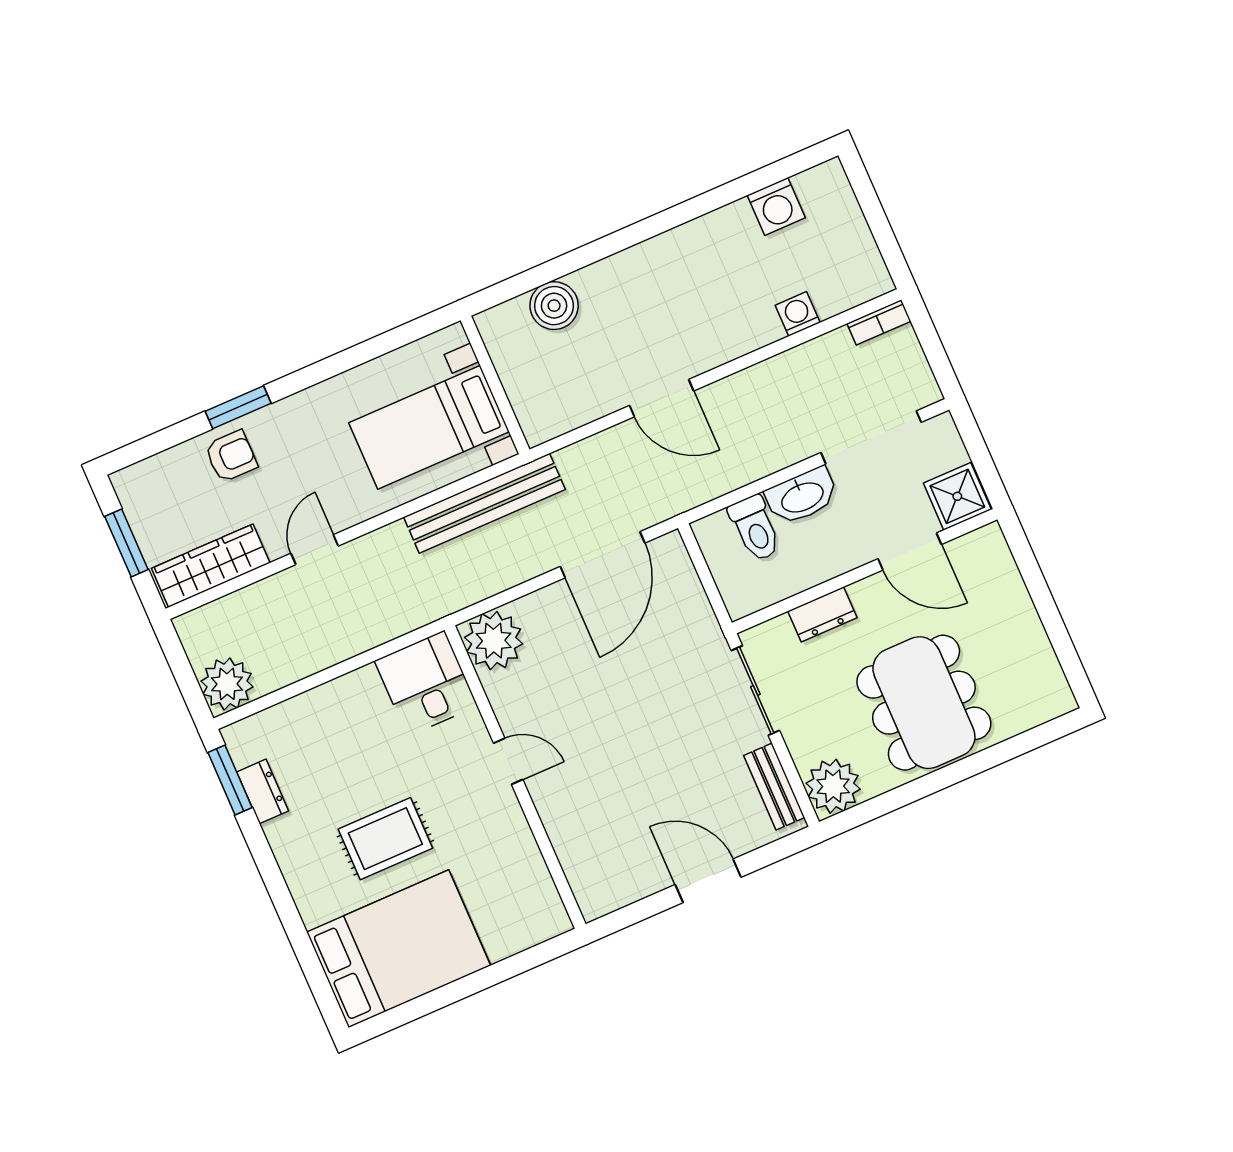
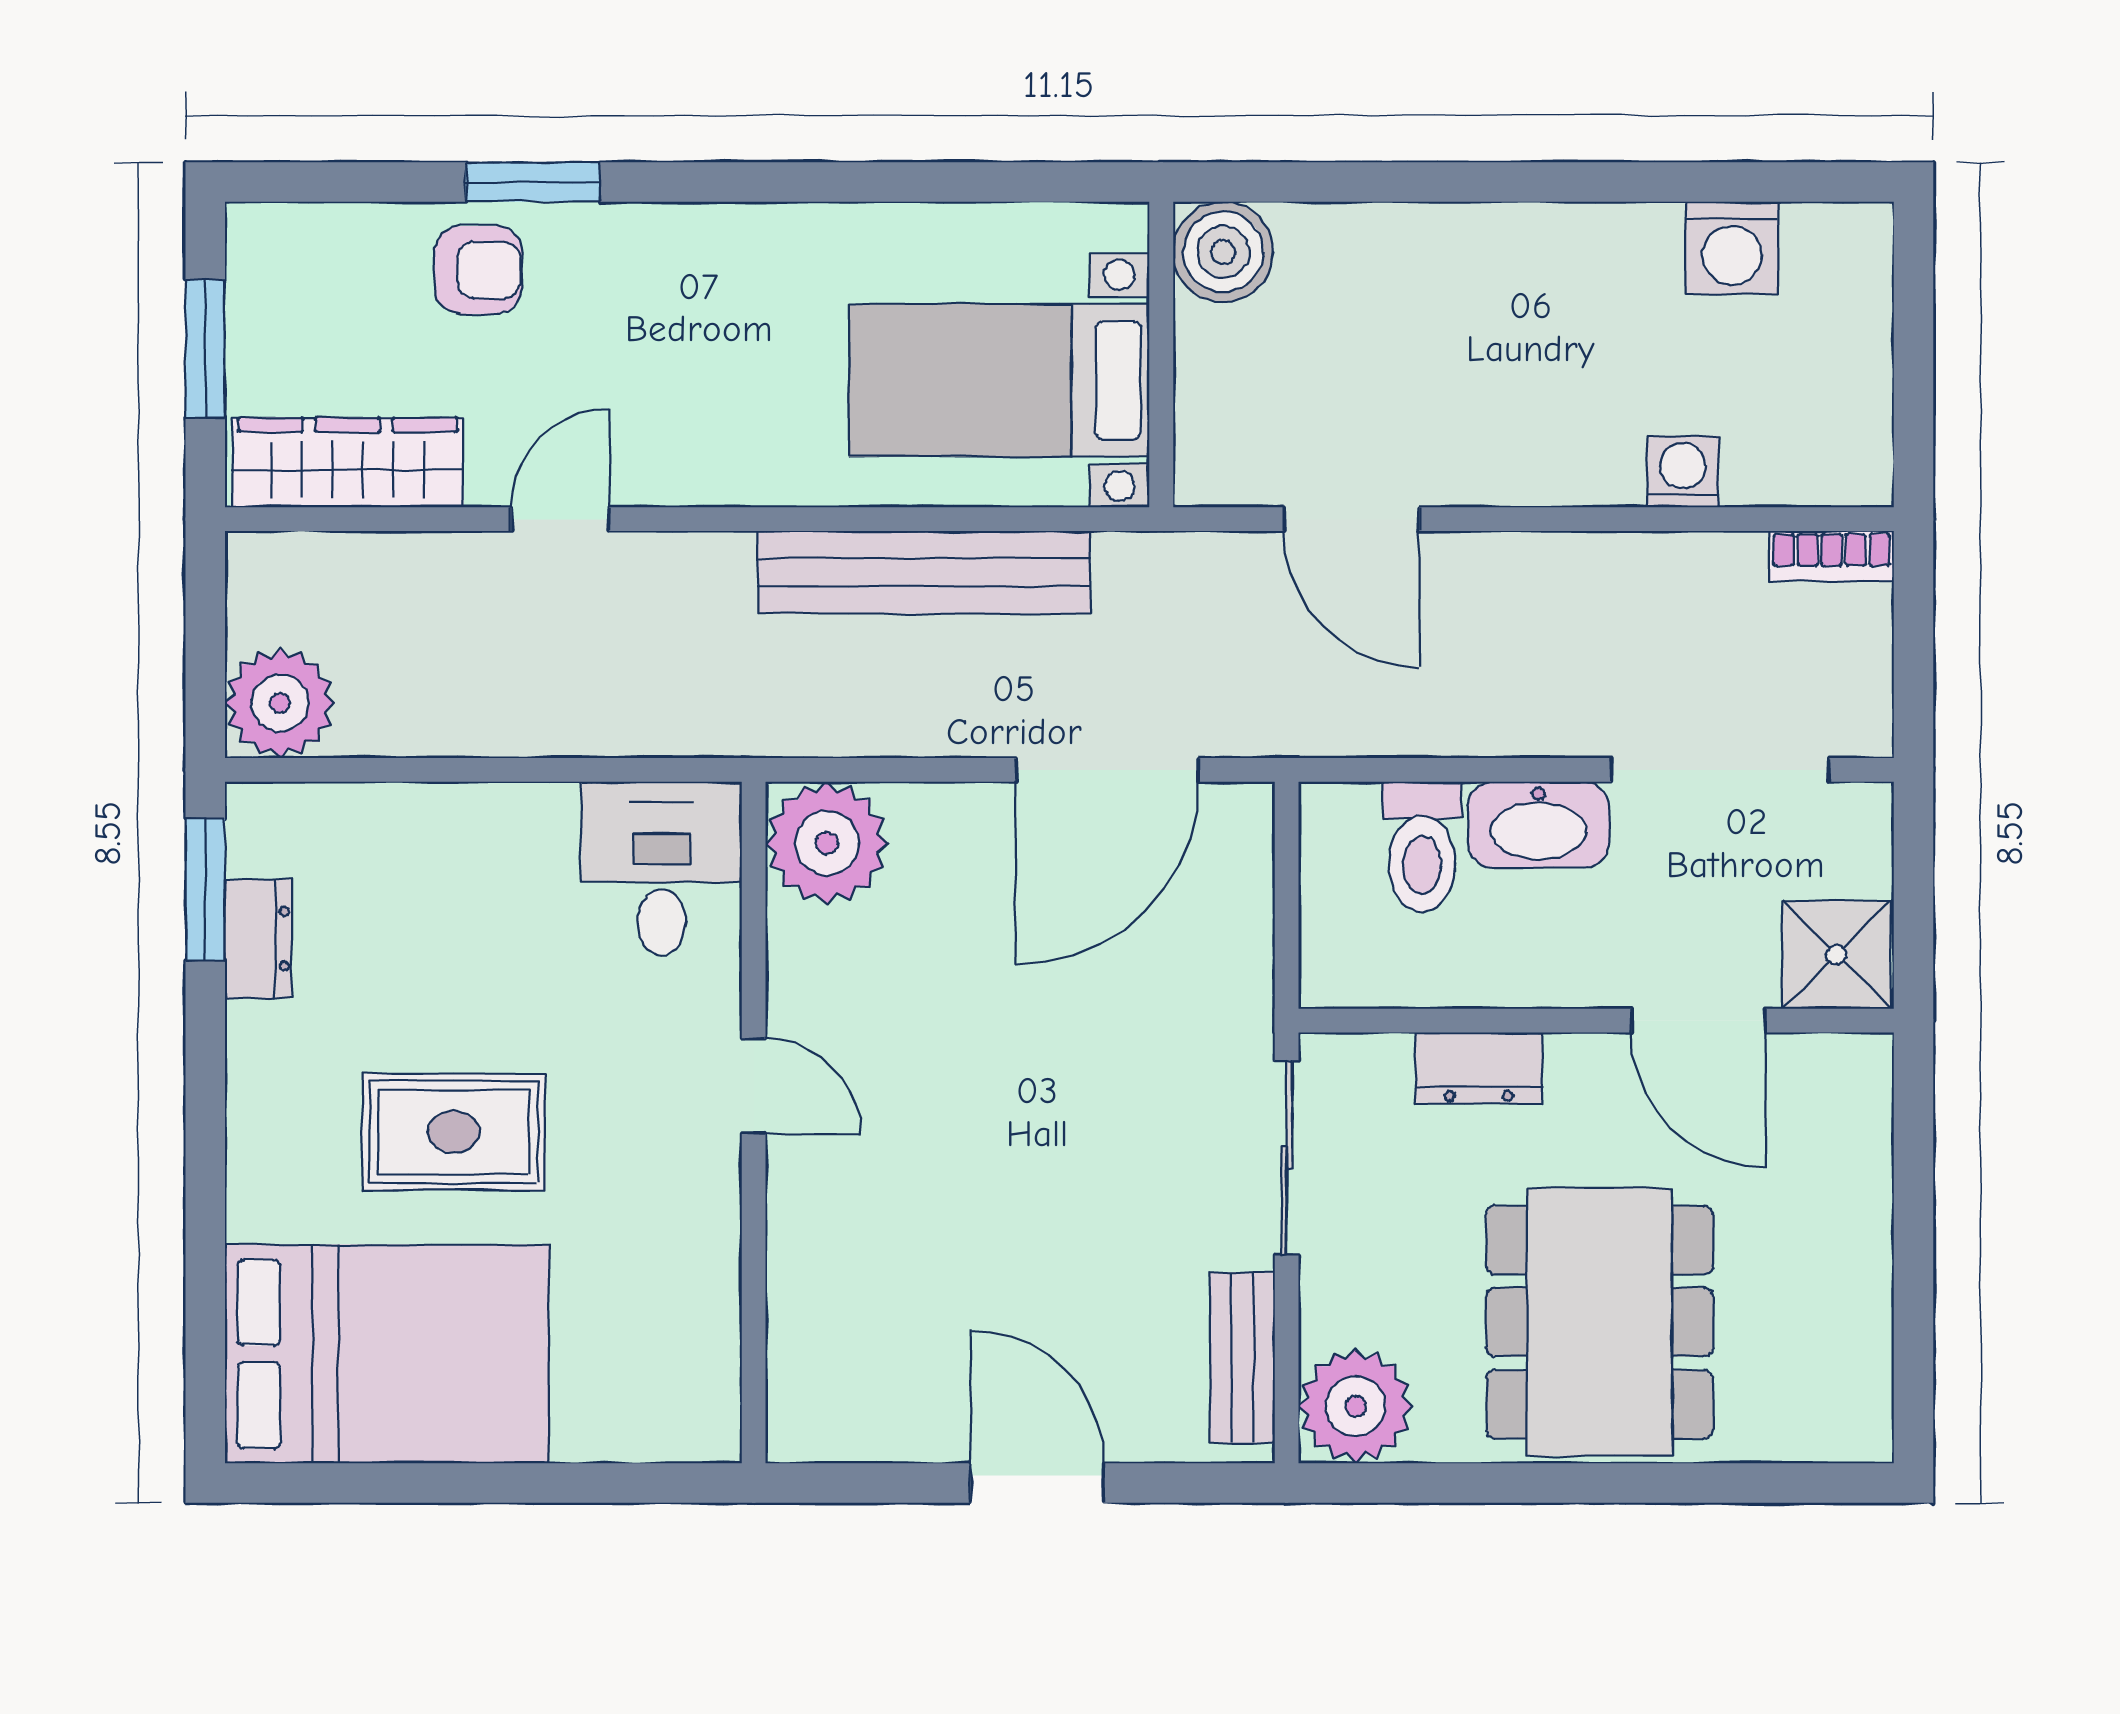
wall: (495, 385) -> (1161, 354), moved
bed with nightstands: (429, 427) -> (999, 380), moved

